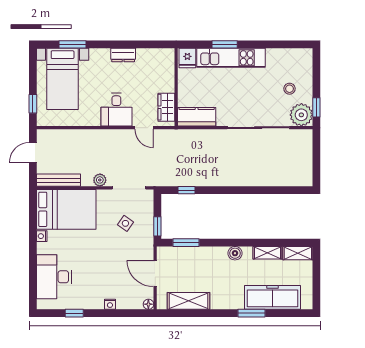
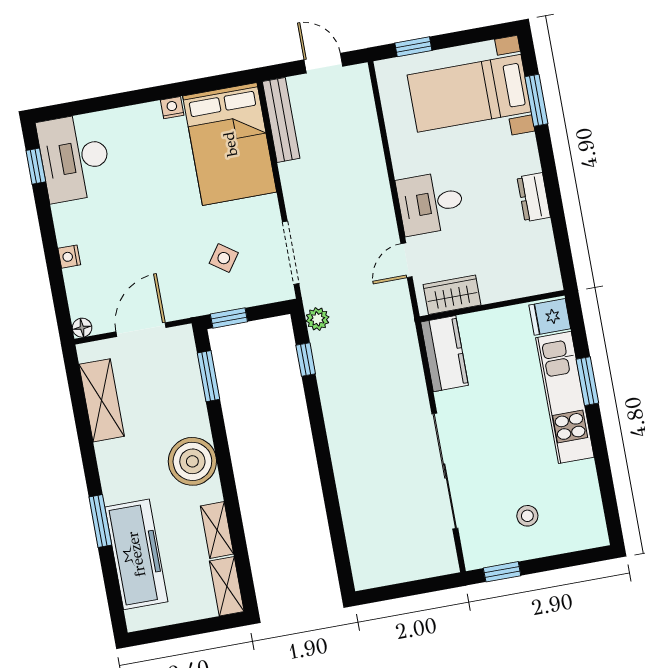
plant: (301, 115) -> (483, 546), removed
plant: (100, 180) -> (318, 319), moved
boiler: (235, 253) -> (192, 461), width x1.86, depth x1.86
desk: (54, 277) -> (75, 158), moved, turned -90
window: (74, 313) -> (36, 166), moved

